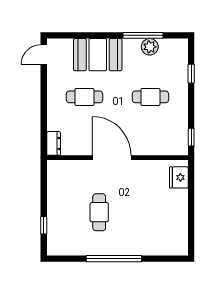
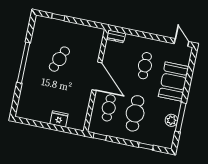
cafe table: (150, 97) -> (135, 113), width x1.37, depth x1.35
cafe table: (150, 133) -> (109, 108), added
door: (112, 158) -> (97, 76), hinge flipped
fridge: (179, 177) -> (59, 119), moved
cafe table: (99, 212) -> (59, 59), turned -67

